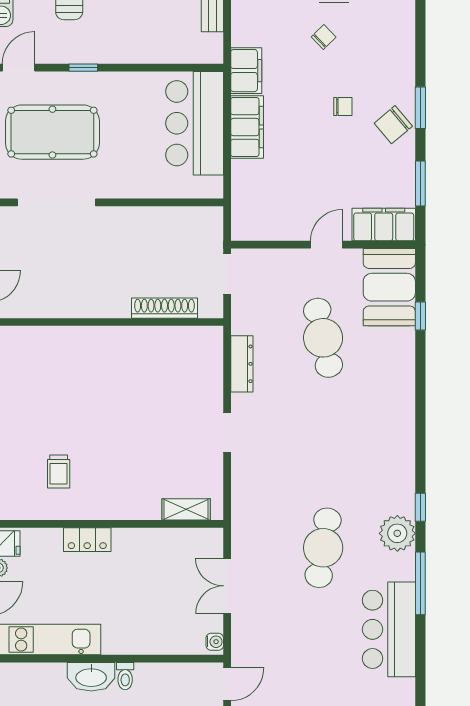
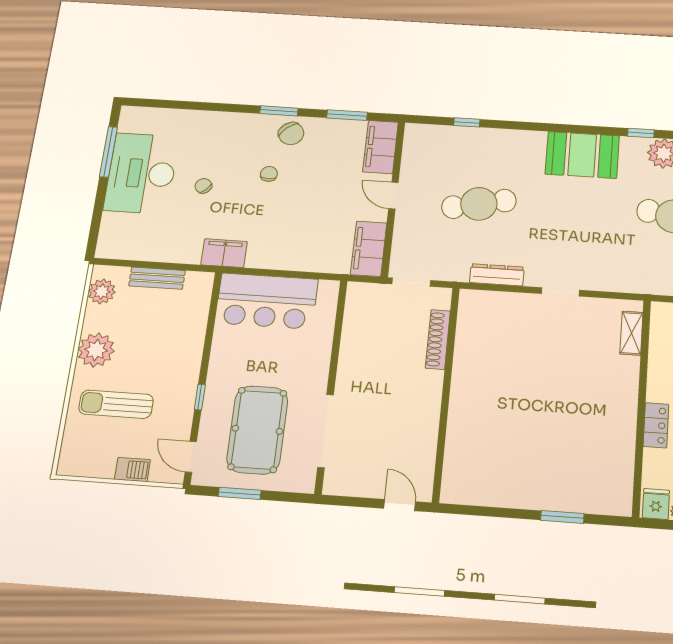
filing cabinet: (247, 127) -> (369, 249), moved, turned -90
booth: (389, 287) -> (582, 155), moved
trolley: (59, 471) -> (588, 447), removed

